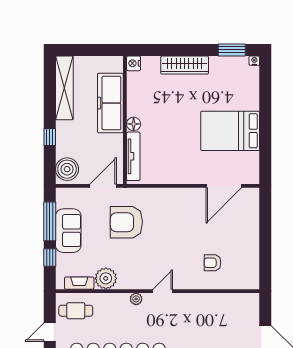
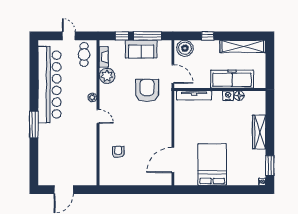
nightstand: (134, 63) -> (228, 96), moved
floor lamp: (134, 124) -> (239, 96), moved
door: (224, 186) -> (173, 160), hinge flipped

